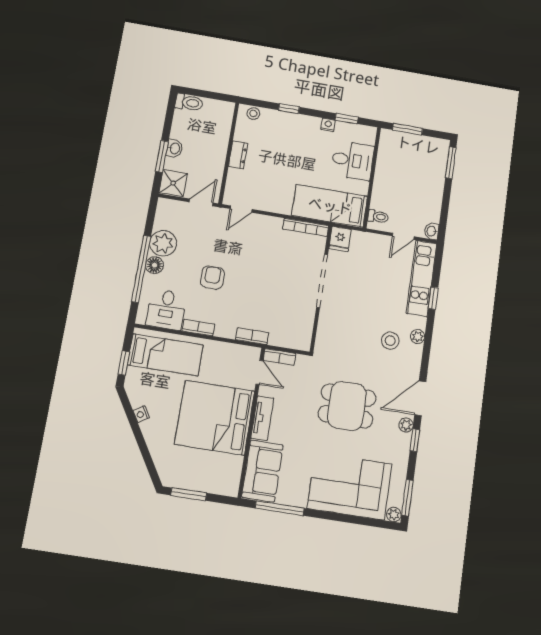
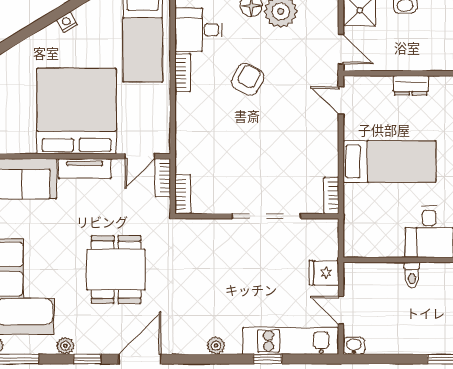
bed: (330, 206) -> (390, 161), moved, turned 90
toilet: (378, 217) -> (412, 275), moved
bookcase: (306, 227) -> (331, 196), width x0.64
fridge: (340, 239) -> (324, 273), moved
armchair: (212, 278) -> (248, 79), turned -62
bookcase: (252, 336) -> (183, 194), moved
stool: (390, 341) -> (205, 312), removed
door: (420, 398) -> (140, 359), hinge flipped
plant: (406, 425) -> (65, 346), moved

